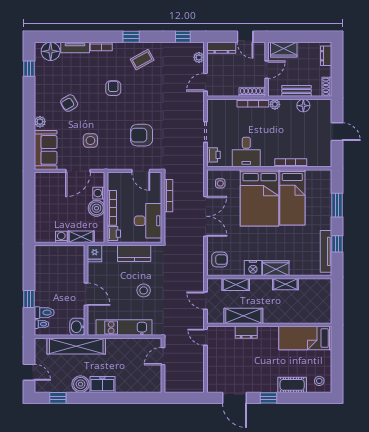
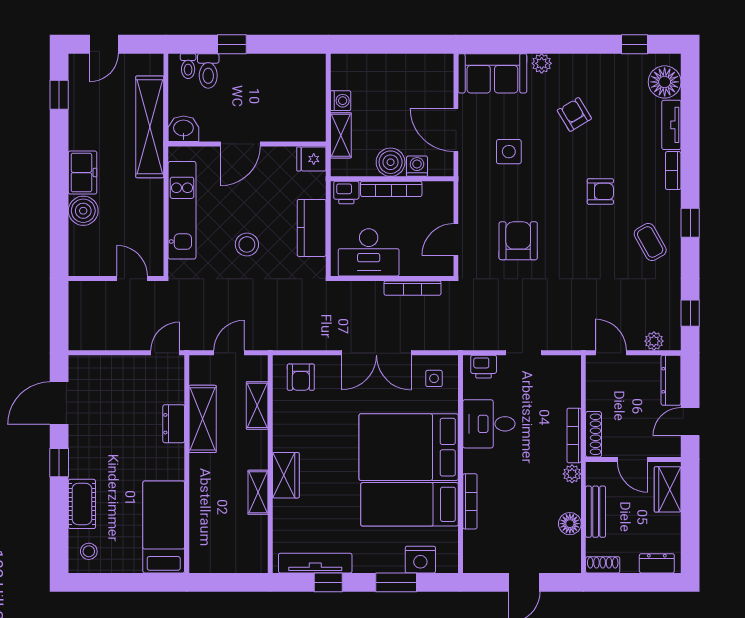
nightstand: (253, 268) -> (420, 560), moved, turned -90
boiler: (81, 384) -> (83, 211), moved

